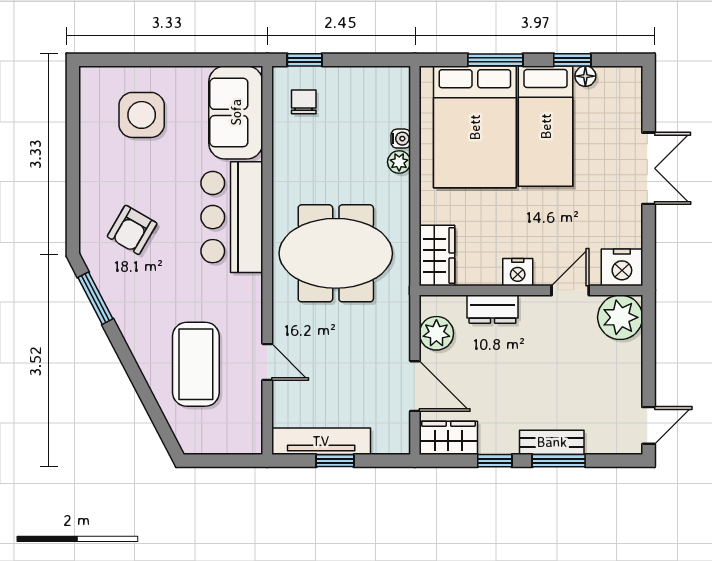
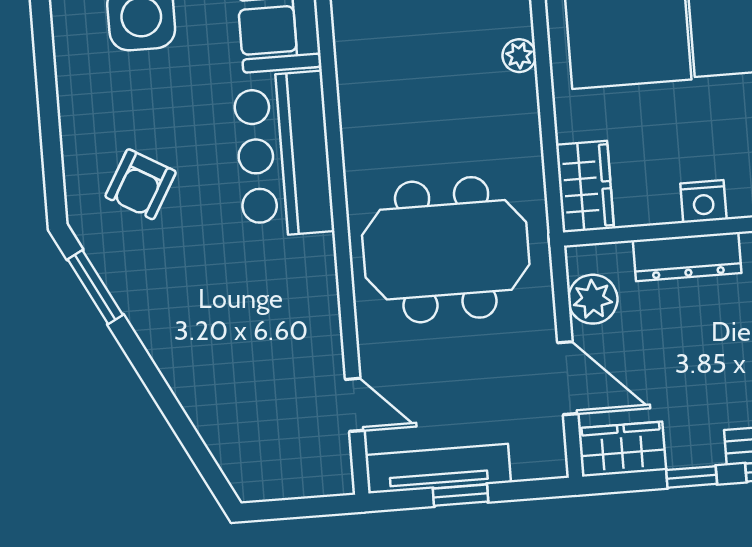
water cooler: (401, 139) -> (519, 21), removed
meeting table: (336, 253) -> (446, 250), moved
dresser: (492, 309) -> (687, 257), width x1.44
door: (267, 362) -> (355, 405), moved
coffee table: (196, 364) -> (248, 371), removed

